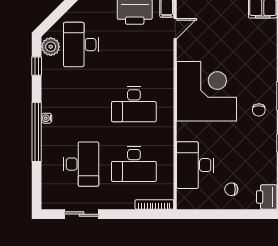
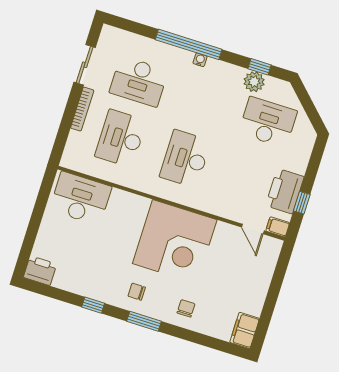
plant: (51, 47) -> (254, 82), moved
desk: (195, 165) -> (81, 198), moved
chair: (231, 189) -> (186, 308), moved
bookcase: (154, 204) -> (82, 109), moved

